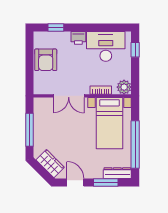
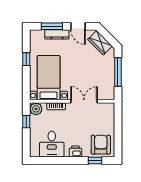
desk: (106, 46) -> (52, 144), width x0.73
window: (135, 50) -> (26, 122), moved
armchair: (46, 60) -> (101, 145), moved
window: (135, 145) -> (26, 59), width x0.32
dresser: (117, 173) -> (57, 34), moved

